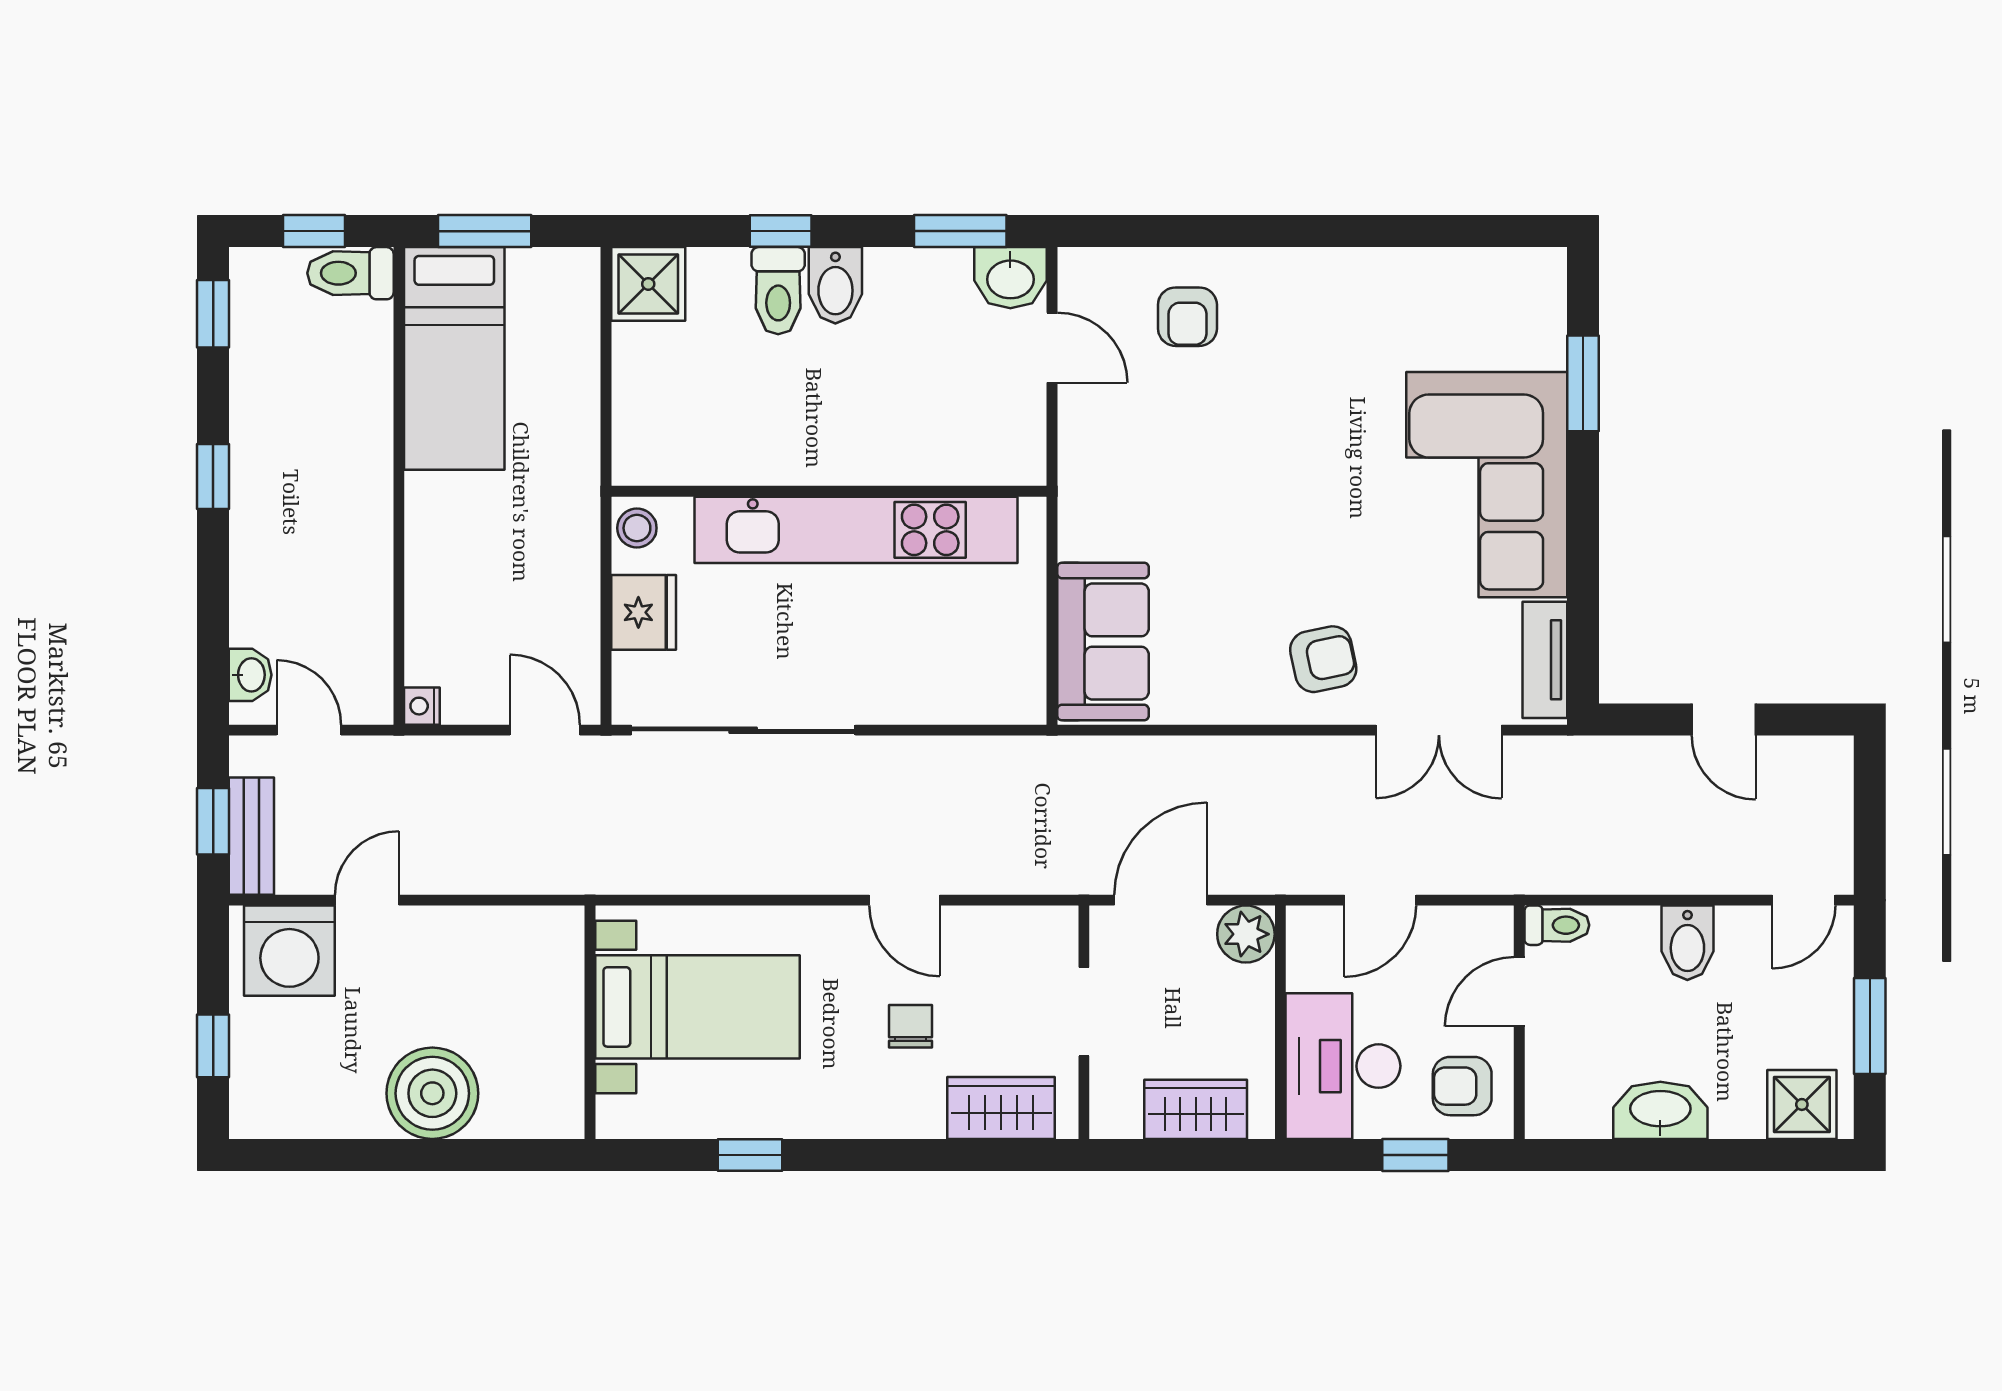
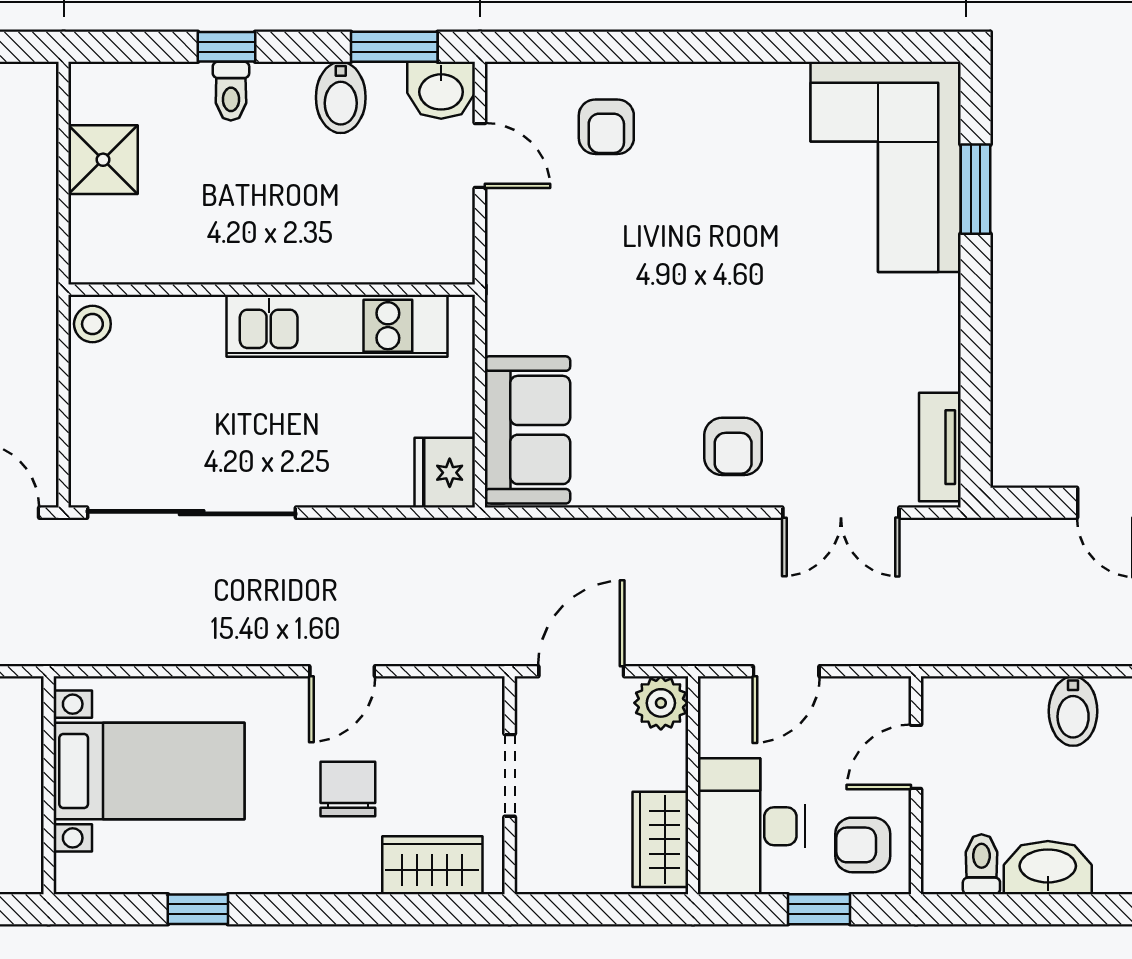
shower: (648, 284) -> (103, 160), moved
bidet: (835, 285) -> (341, 97), moved
toilet: (778, 291) -> (231, 91), width x0.73, depth x0.72
corner sofa: (1487, 485) -> (886, 167), moved
kitchen unit: (856, 530) -> (337, 326), width x0.73
fridge: (644, 612) -> (445, 473), moved, turned 180
armchair: (1323, 659) -> (733, 446), turned 102
door: (905, 900) -> (342, 671), hinge flipped
toilet: (1557, 925) -> (981, 864), moved, turned -90
chair: (911, 1026) -> (348, 789), width x1.37, depth x1.37
wardrobe: (1196, 1109) -> (660, 839), moved, turned -90

